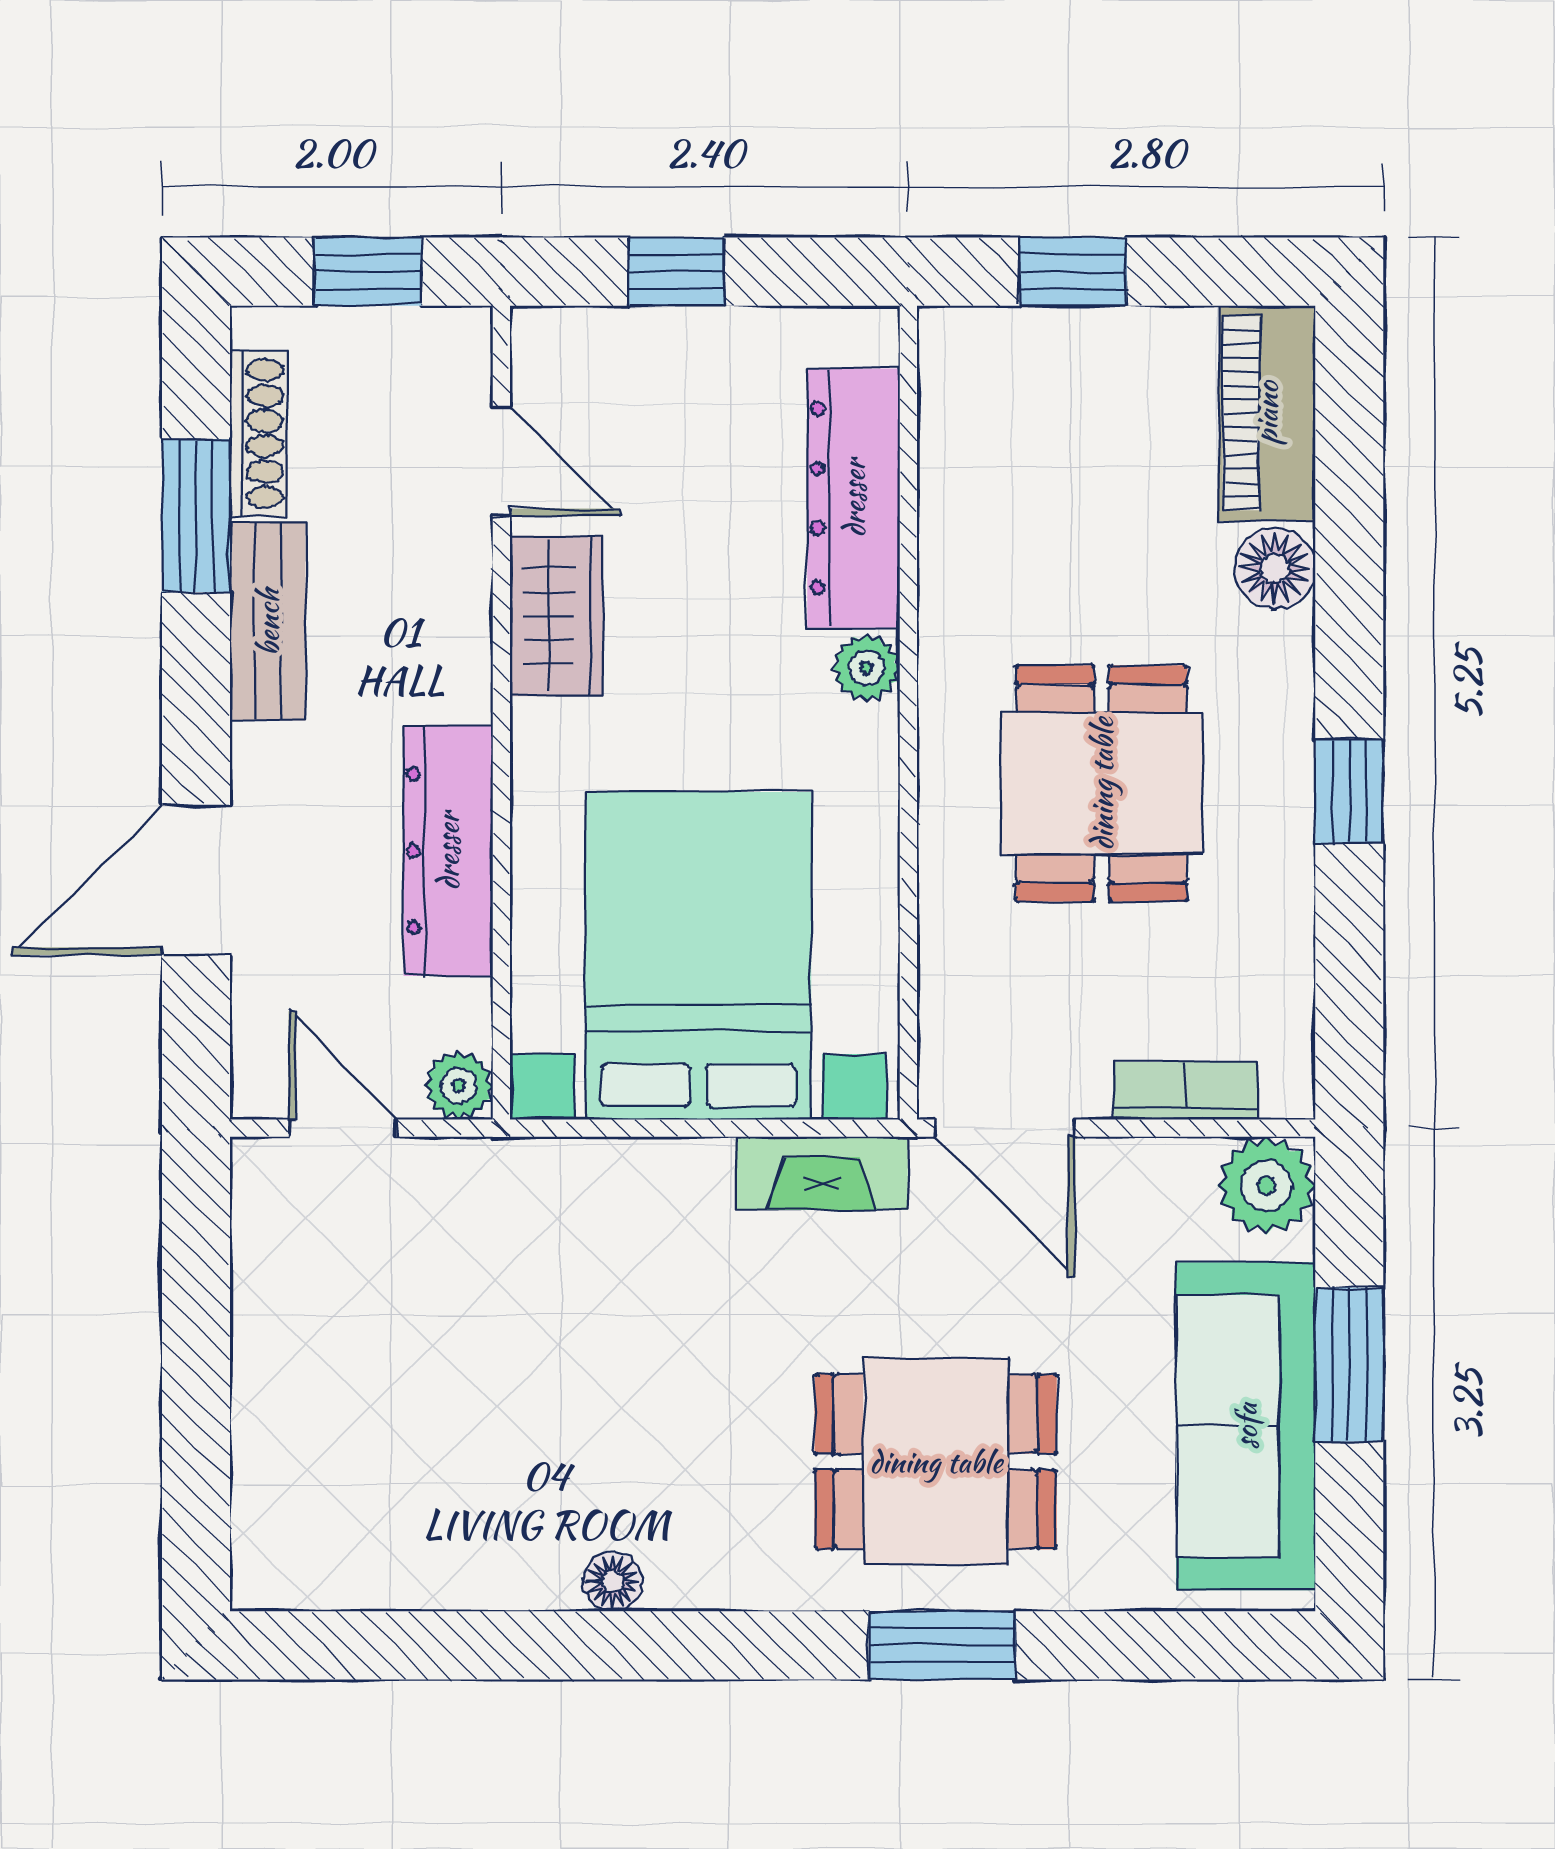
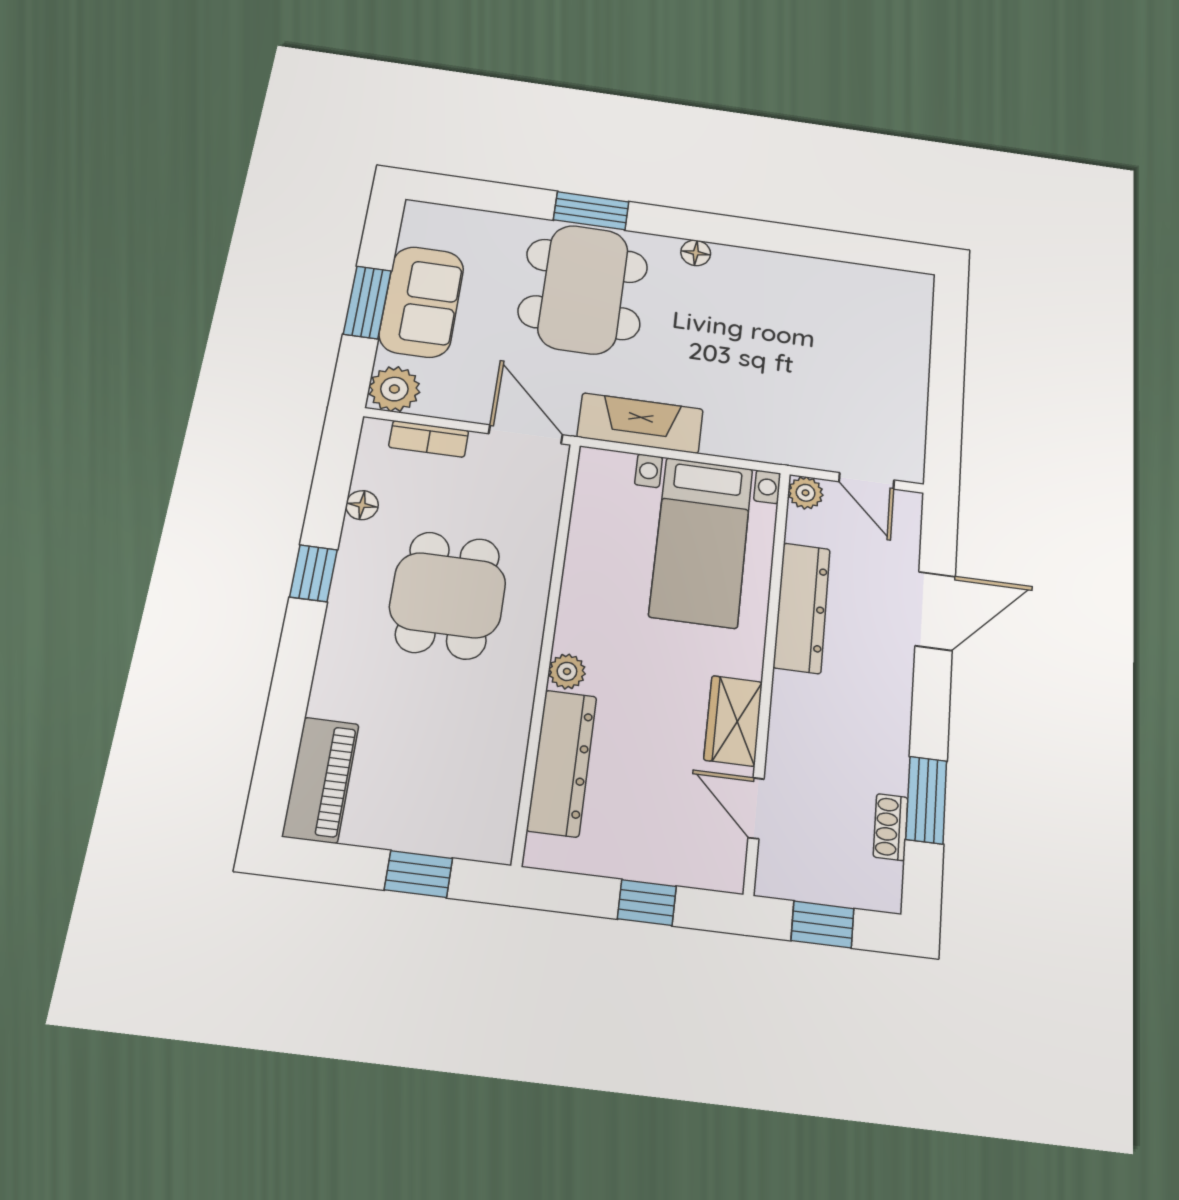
shoe rack: (258, 433) -> (891, 827), width x0.70
floor lamp: (1275, 568) -> (362, 505), moved, width x0.73, depth x0.73
bench: (268, 622) -> (890, 738), removed
bed with nightstands: (698, 956) -> (701, 542), width x0.73
fireplace: (822, 1173) -> (640, 423), width x1.37, depth x1.32
sofa: (1246, 1426) -> (422, 302), width x0.73
dining table: (936, 1462) -> (583, 289), width x1.38
floor lamp: (613, 1581) -> (696, 253), moved

